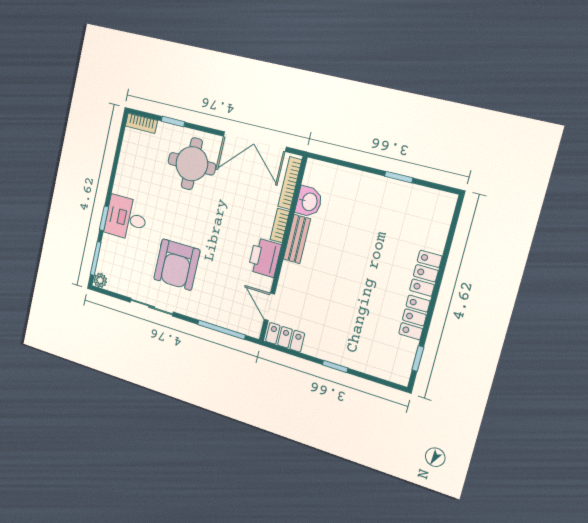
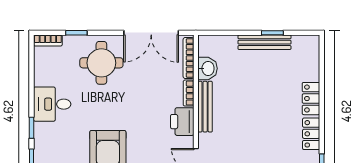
bench: (386, 187) -> (264, 42), added
desk: (126, 218) -> (52, 104), moved
bench: (297, 239) -> (205, 107), width x1.36

